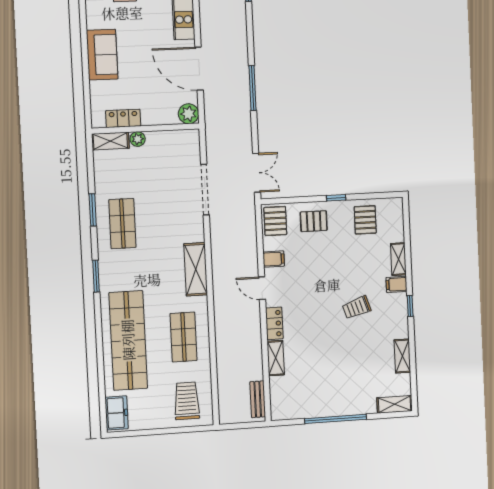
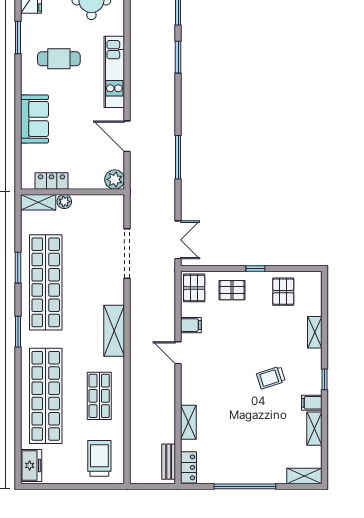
door: (199, 69) -> (127, 136), width x0.73
shop shelf: (122, 224) -> (46, 282), width x2.00, depth x1.36
filing cabinet: (396, 284) -> (312, 403), moved
locker: (274, 323) -> (189, 467), moved

